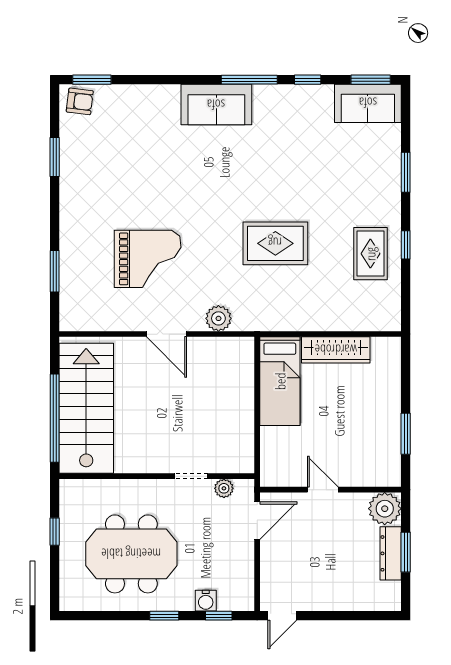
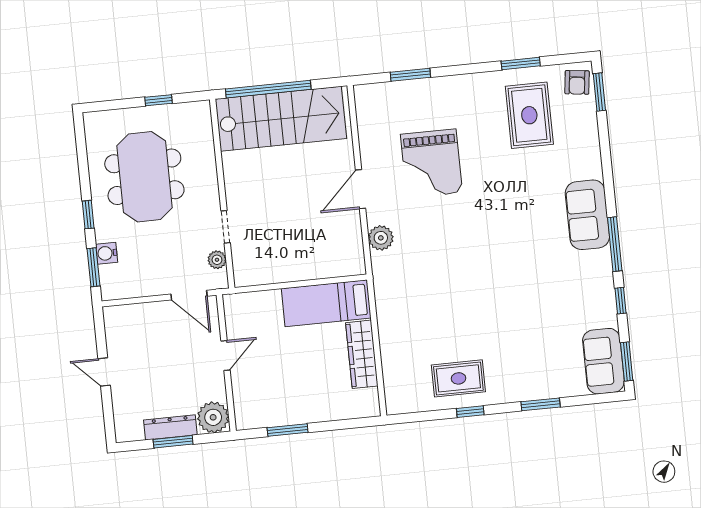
rug: (275, 243) -> (529, 115), moved
window: (219, 616) -> (93, 267), width x1.50
door: (282, 616) -> (104, 372), moved

